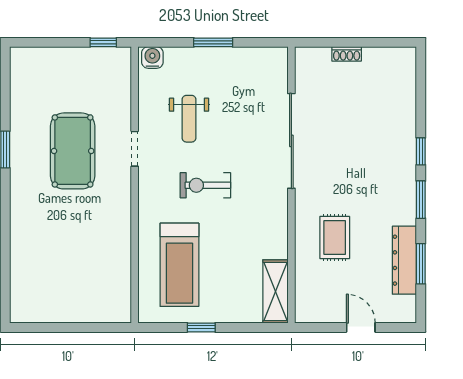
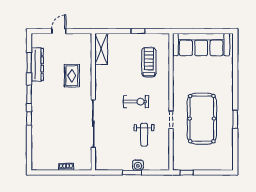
water cooler: (152, 57) -> (138, 165), moved
weight bench: (189, 119) -> (144, 135), turned 180
pool table: (73, 151) -> (202, 119), width x1.36, depth x1.32
treadmill: (179, 265) -> (149, 62), width x0.73, depth x0.73
sofa: (74, 300) -> (201, 45), added
door: (361, 327) -> (59, 31), swing flipped

